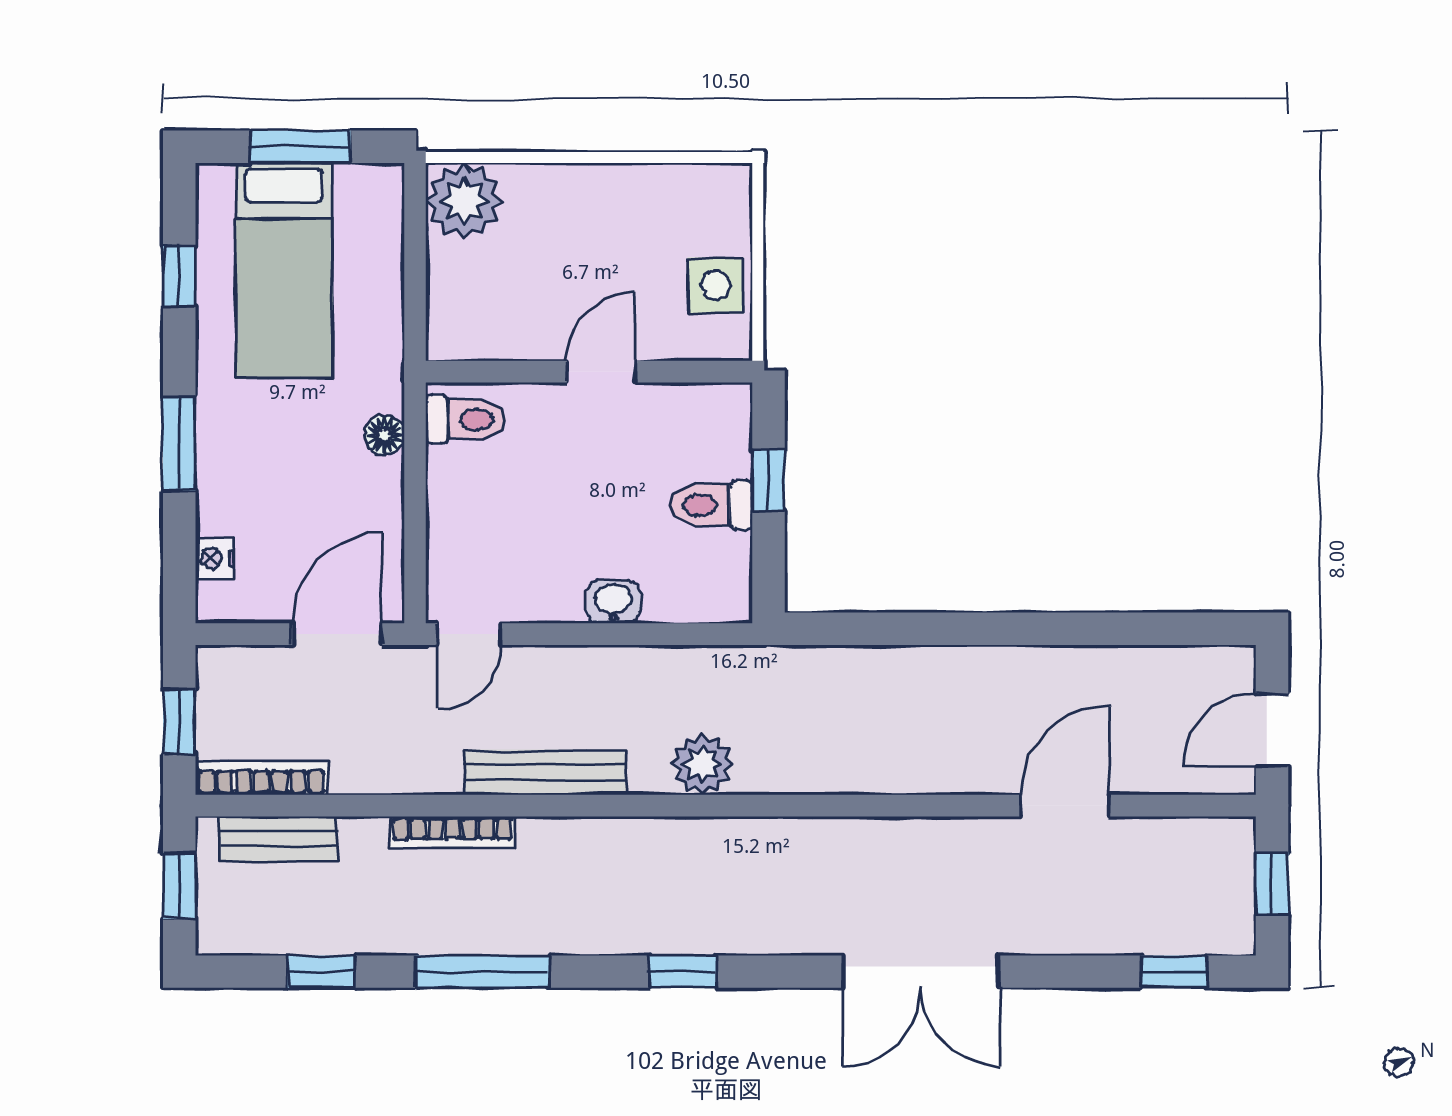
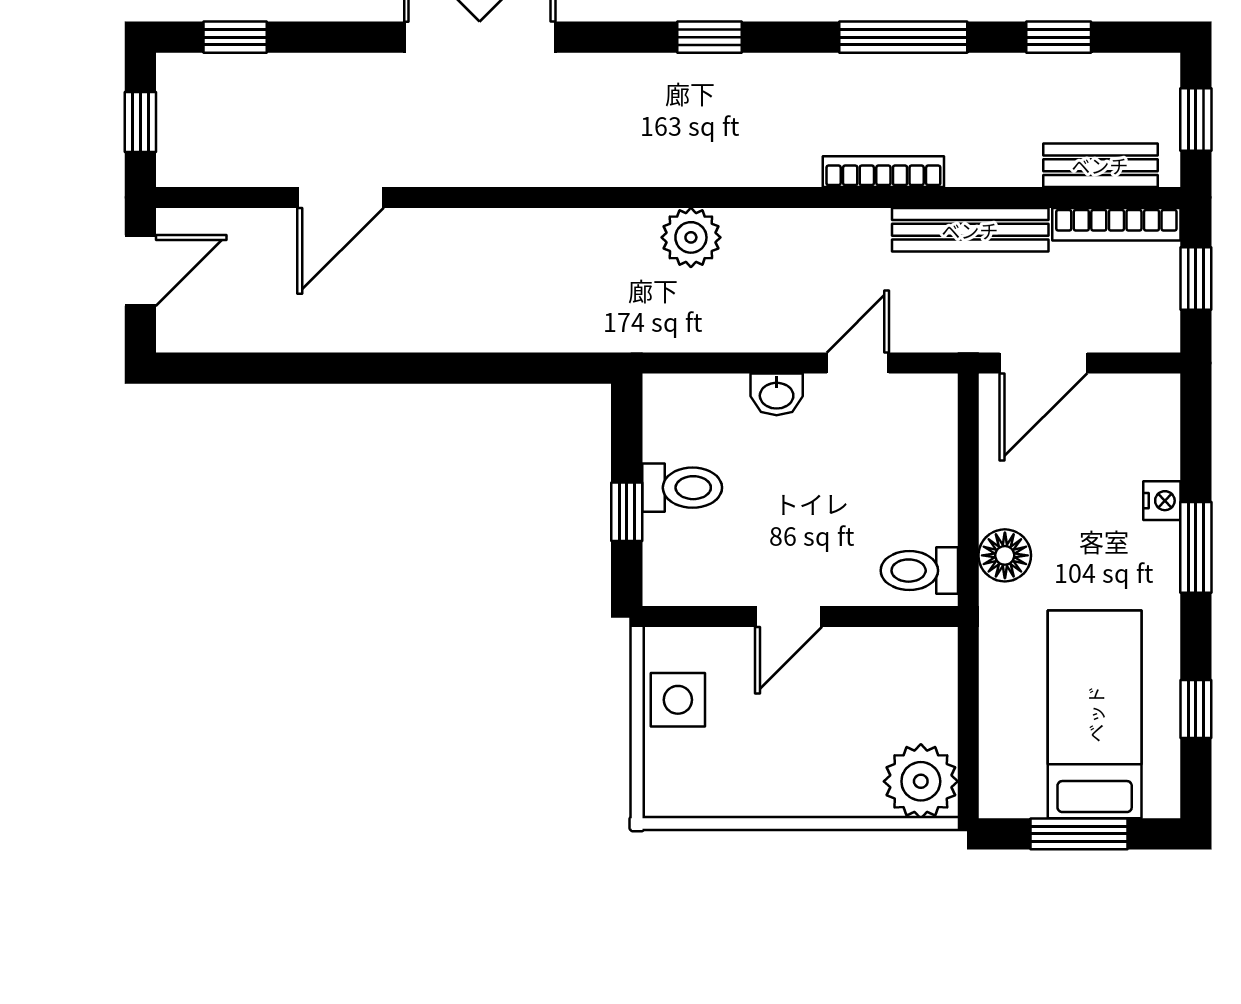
floor lamp: (385, 435) -> (1005, 555), width x1.37, depth x1.37
nightstand: (214, 558) -> (1162, 501), moved
door: (469, 634) -> (858, 363), moved
bench: (545, 772) -> (970, 230), moved
bookcase: (452, 832) -> (883, 172), moved

